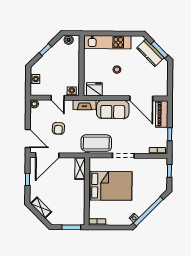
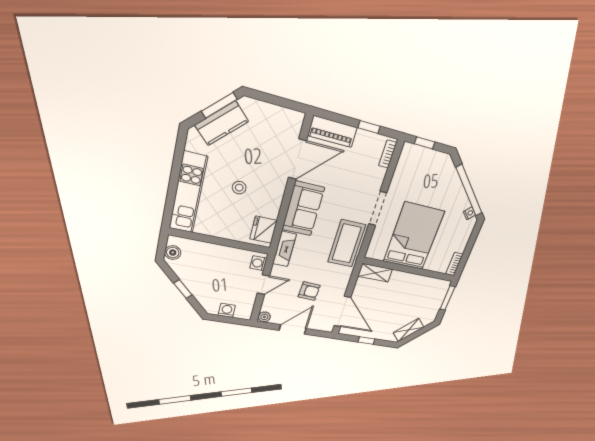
door: (28, 138) -> (293, 329), moved

